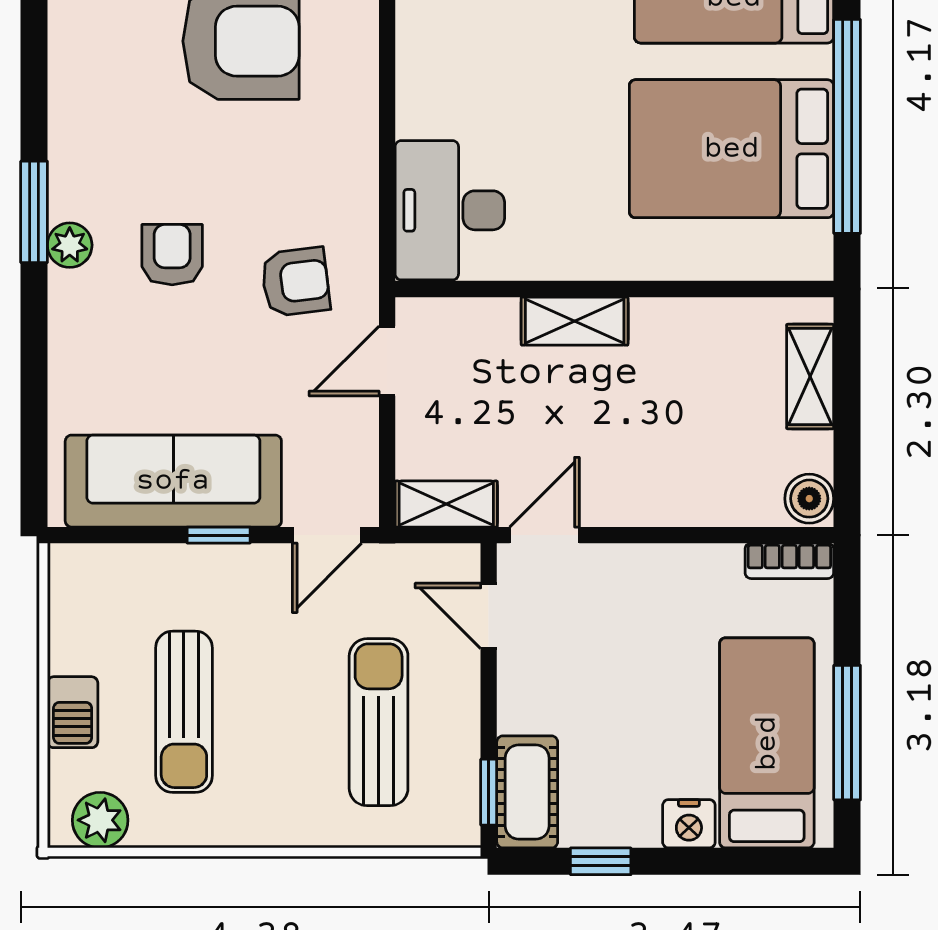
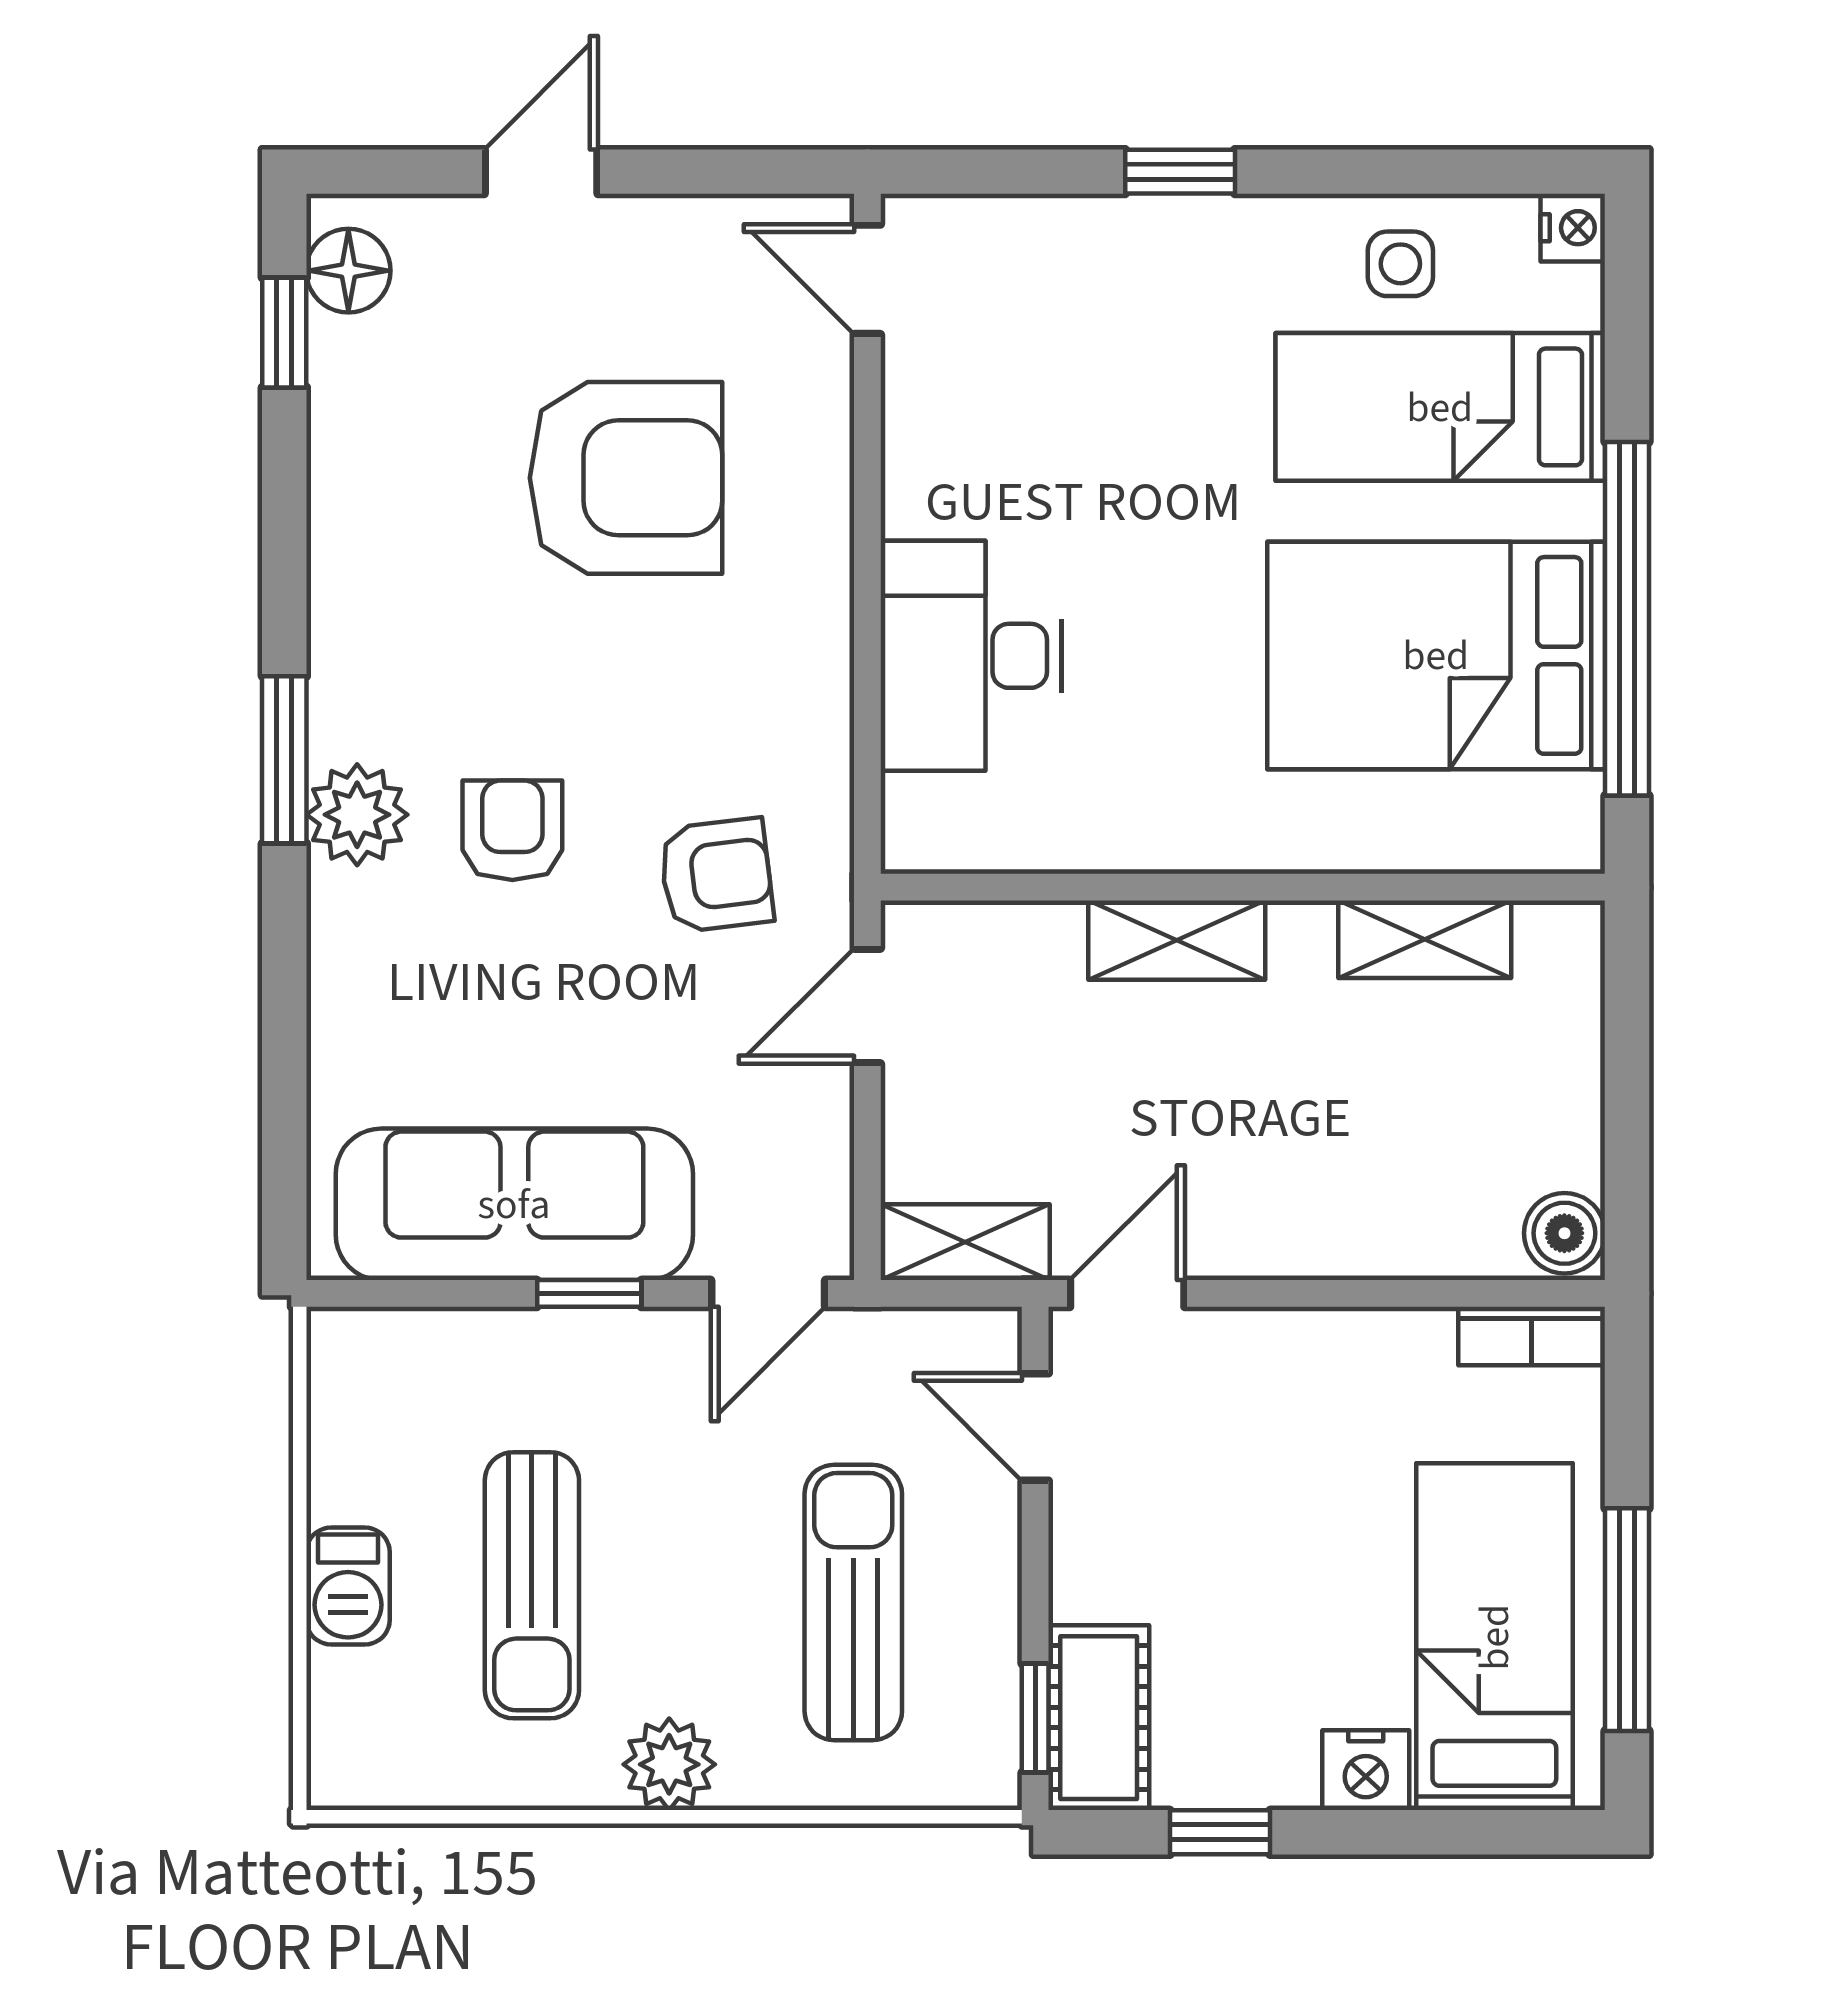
desk: (450, 210) -> (971, 656), moved
plant: (70, 245) -> (357, 815), width x1.38, depth x1.38
shelving: (810, 377) -> (1425, 939), moved, turned 90
plant: (100, 820) -> (669, 1764), moved

